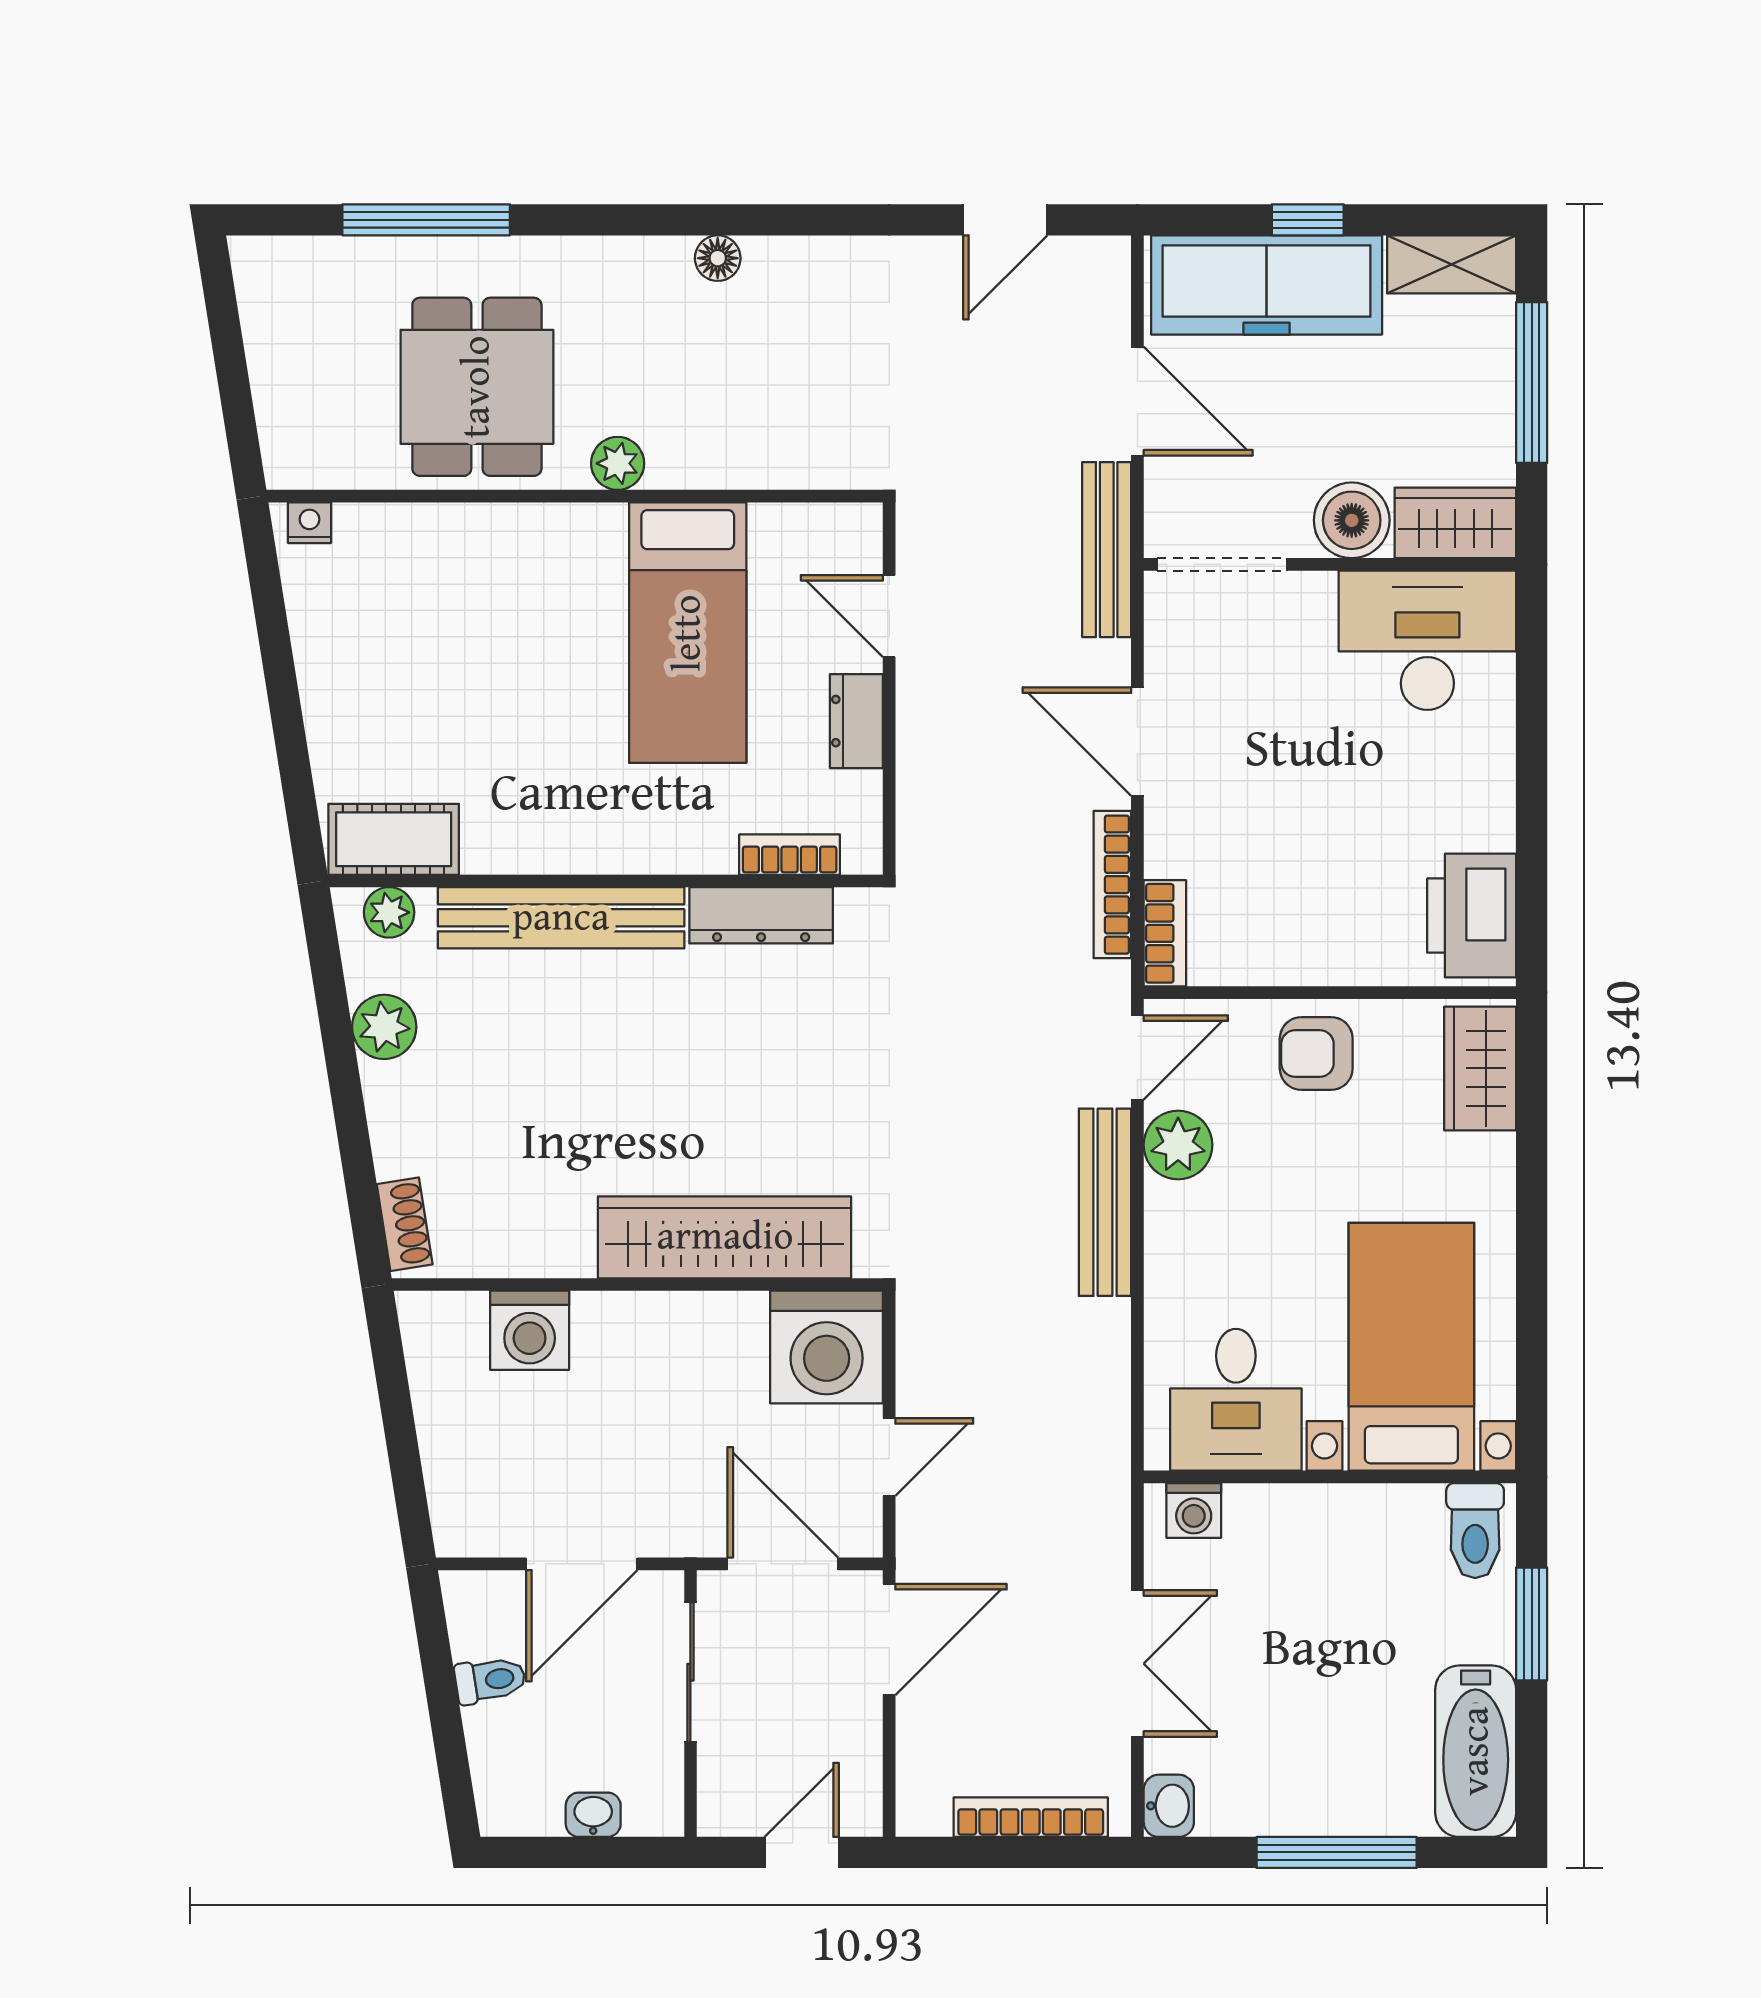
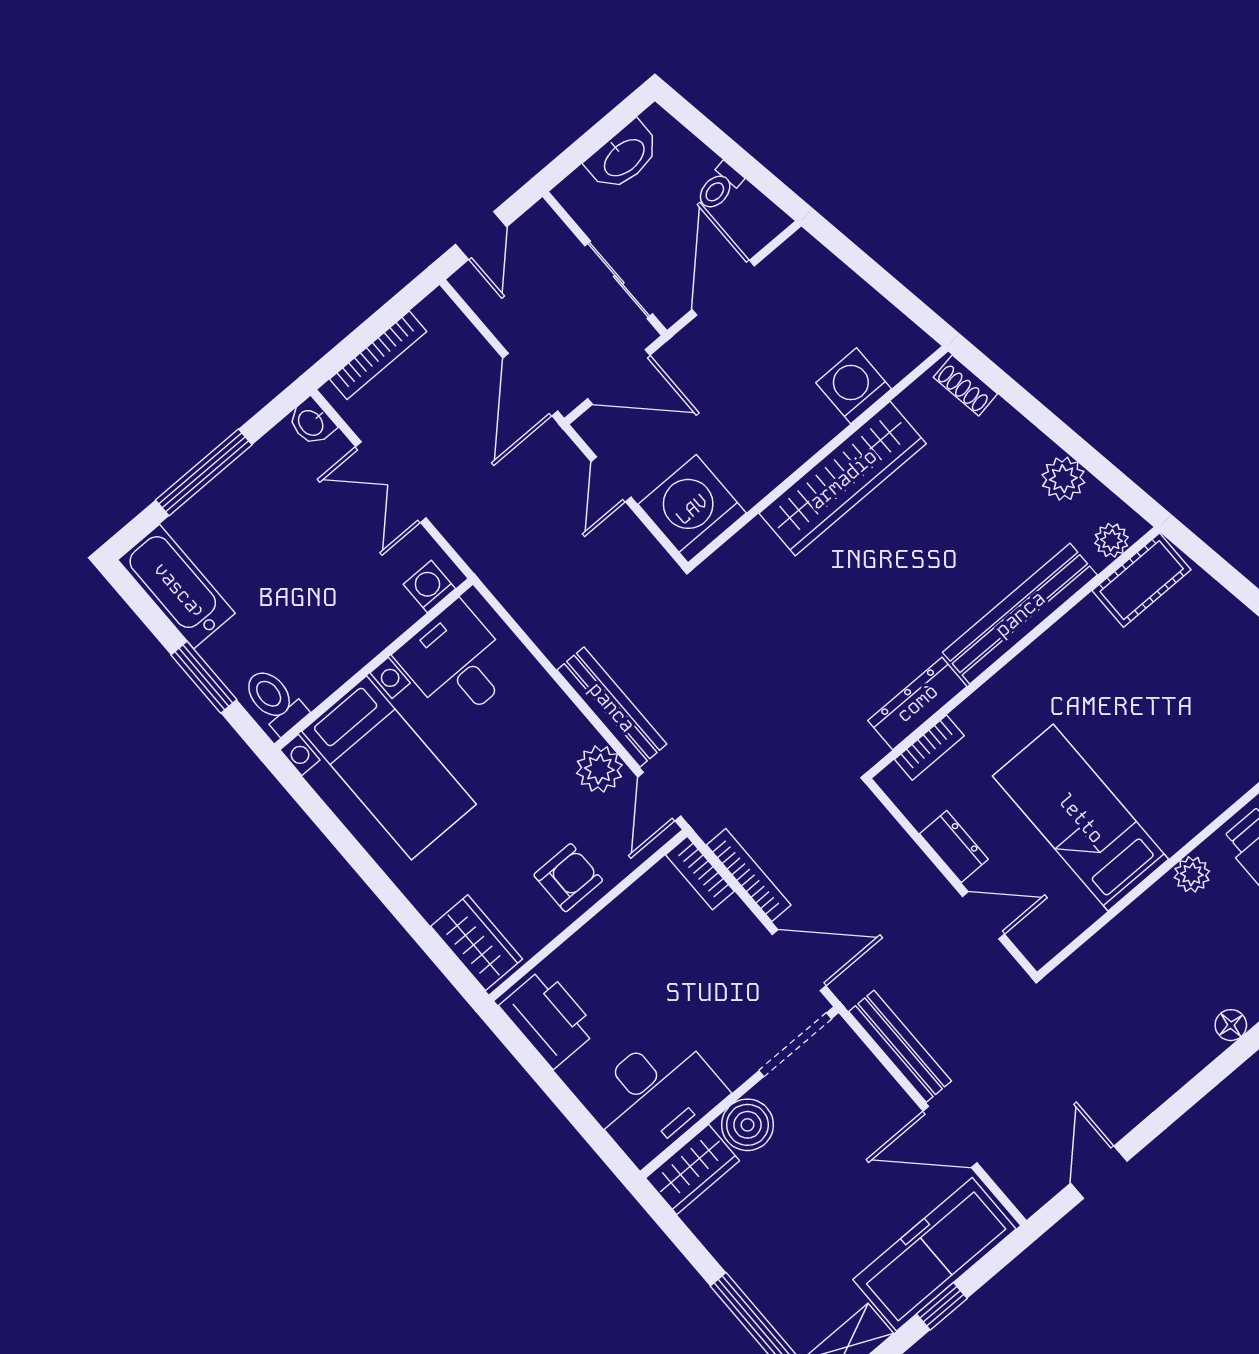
boiler: (1352, 520) -> (747, 1125), moved
wardrobe: (1455, 523) -> (693, 1169), moved
doorway: (1222, 564) -> (795, 1045), moved
wall: (1330, 564) -> (739, 1092), moved
desk: (1427, 640) -> (655, 1096), moved
wardrobe: (725, 1237) -> (843, 479), moved
washbasin: (593, 1815) -> (623, 157), width x1.91, depth x1.45

